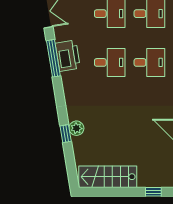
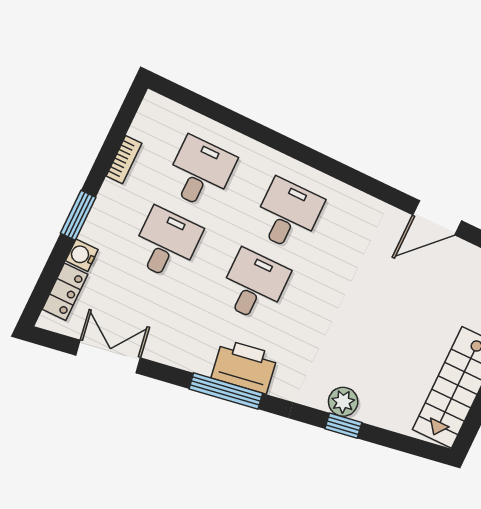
printer: (68, 56) -> (244, 366), moved
window: (53, 58) -> (226, 391), moved

